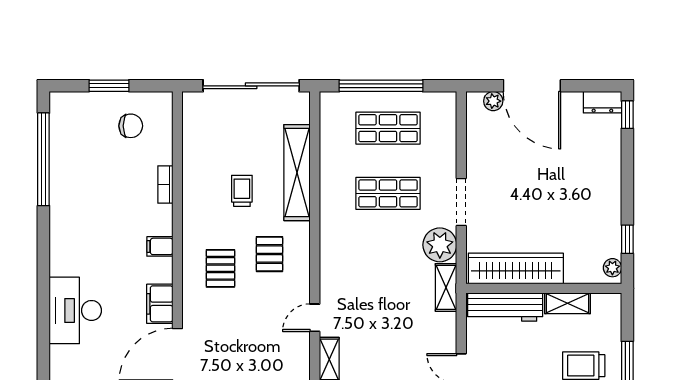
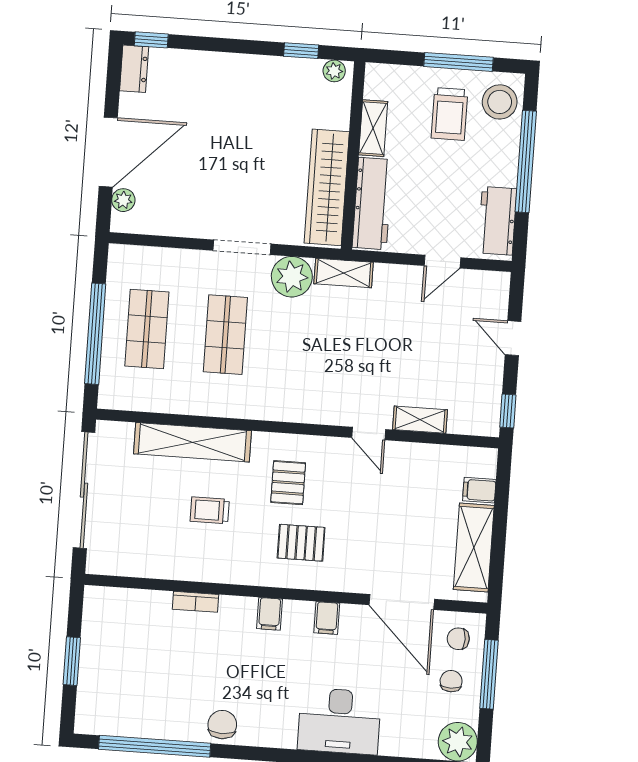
chair: (131, 126) -> (222, 725), moved
pallet: (269, 254) -> (288, 483), turned 90
filing cabinet: (160, 304) -> (327, 618), width x0.50

